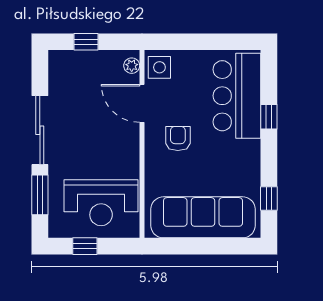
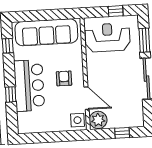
plant: (132, 66) -> (98, 120), width x1.88, depth x1.88
bar counter: (237, 96) -> (29, 86), moved
armchair: (178, 138) -> (64, 78), turned 180

